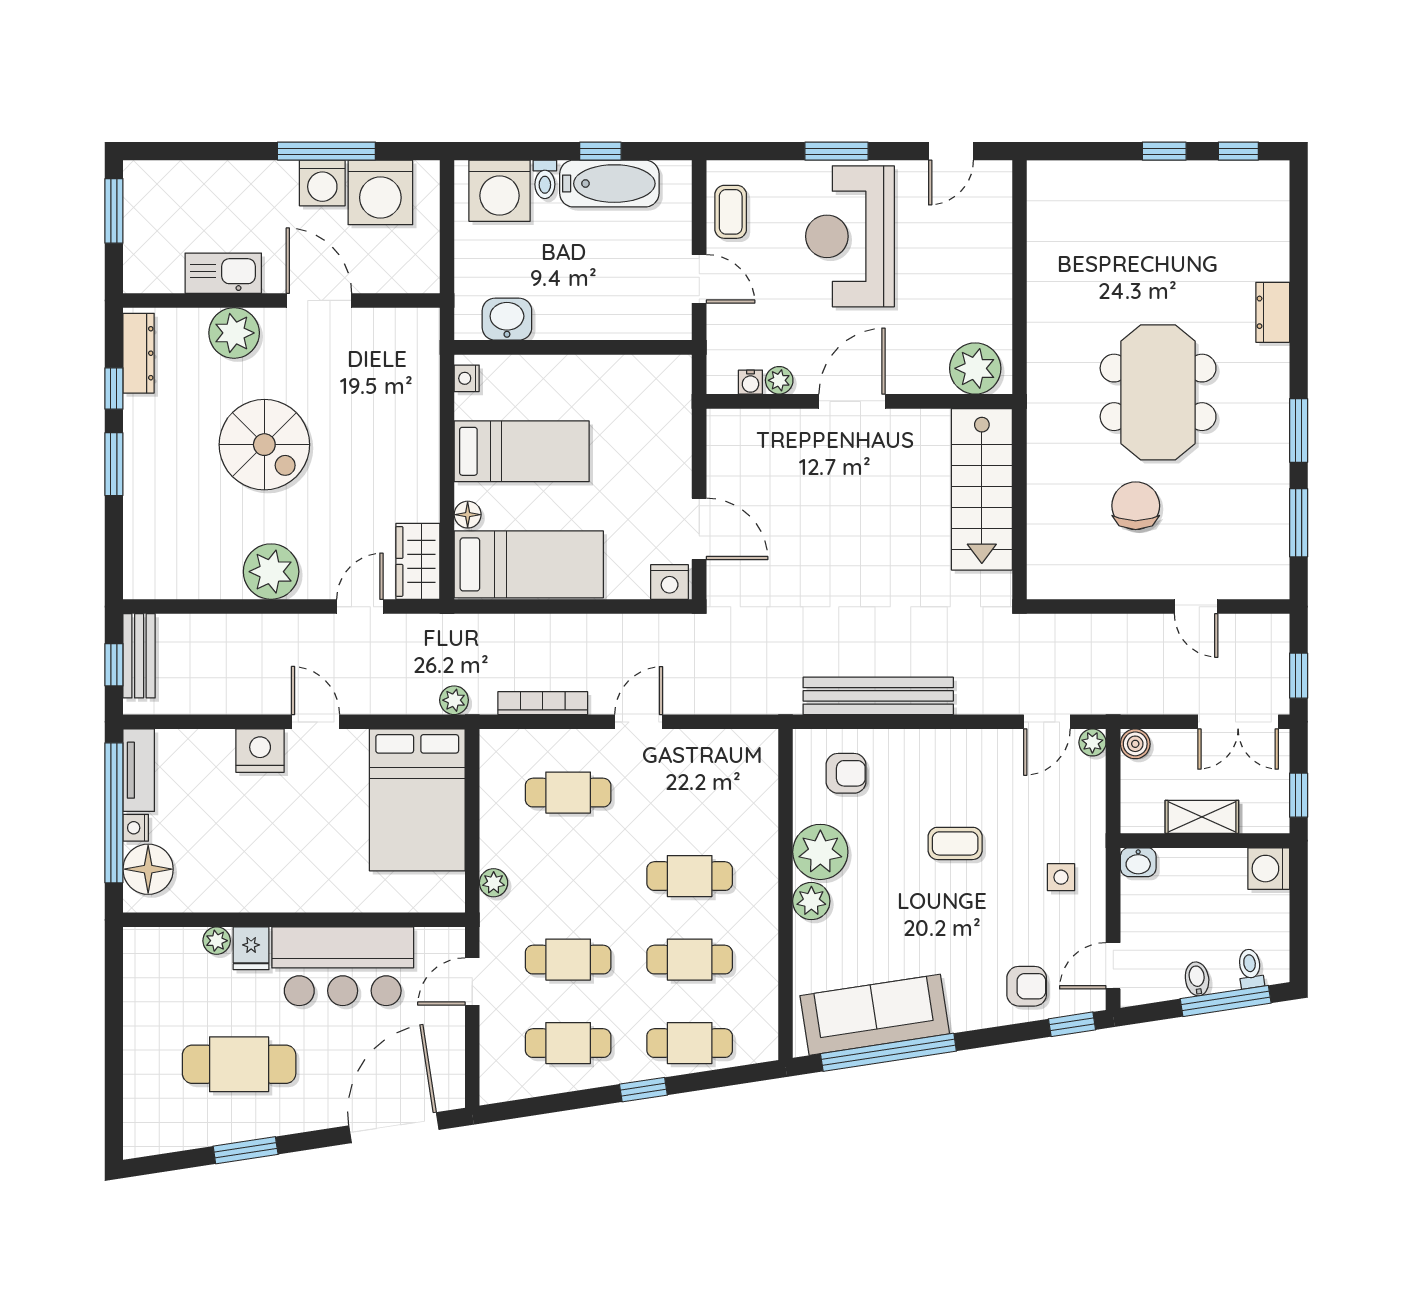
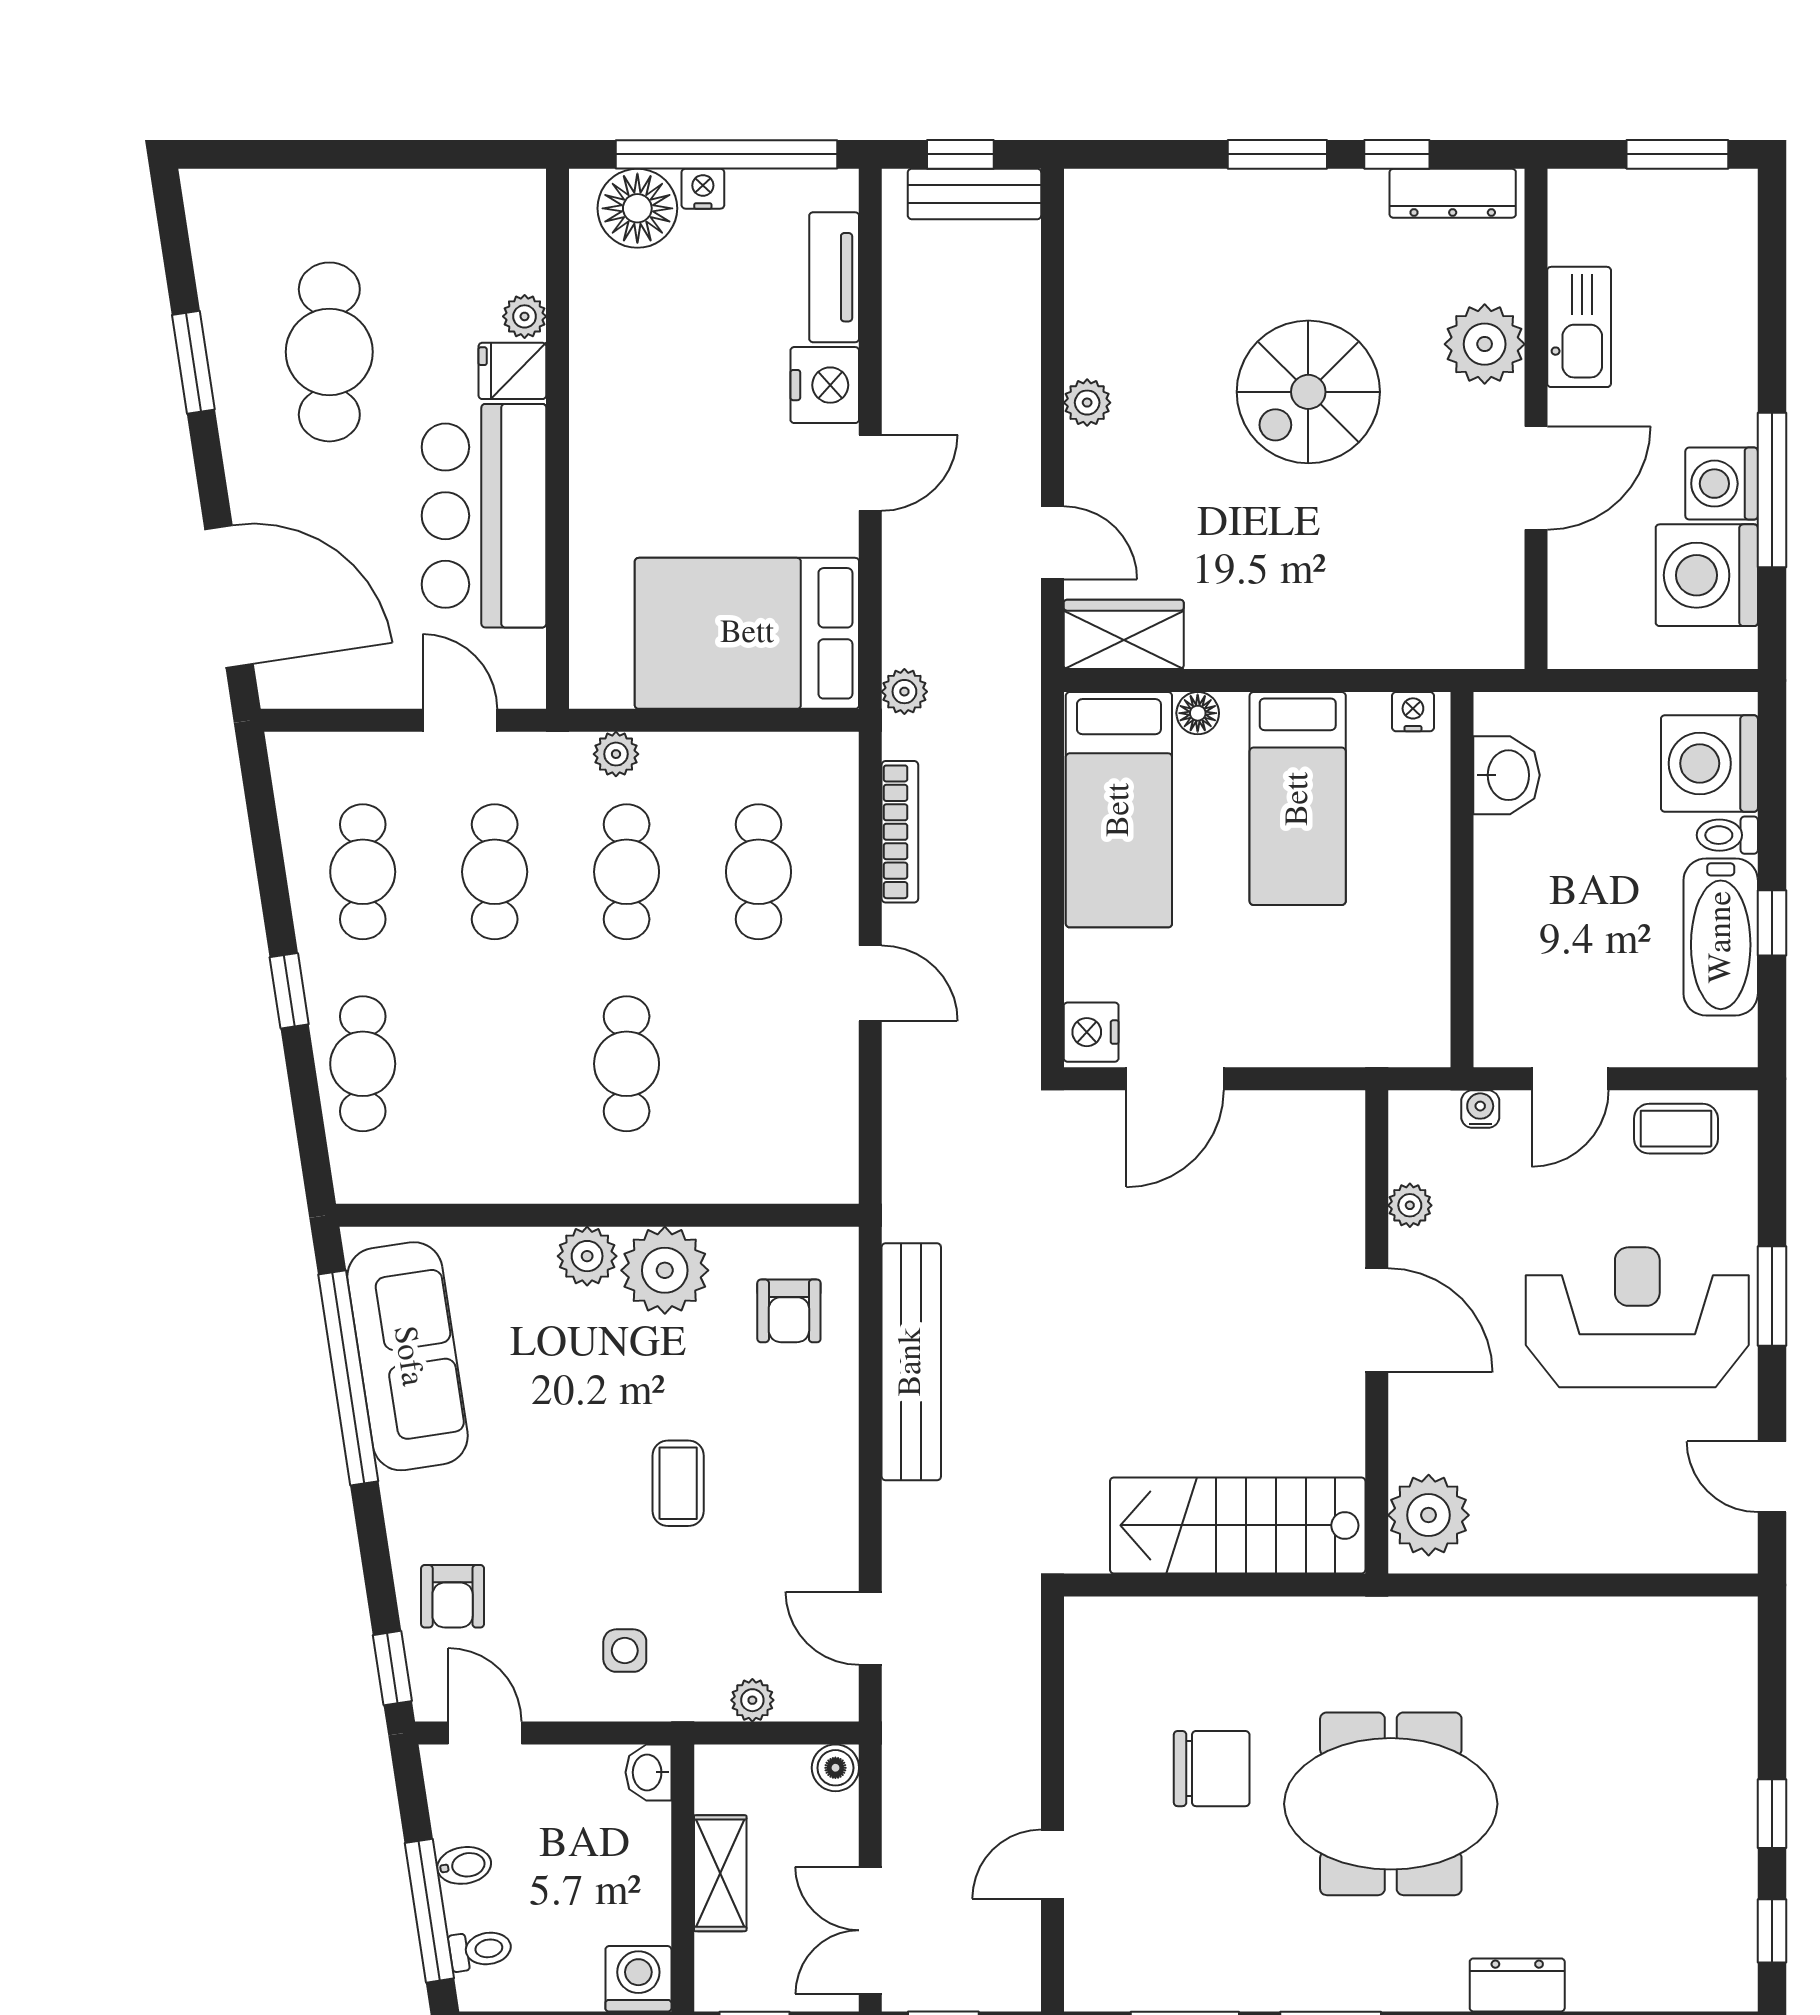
water cooler: (750, 382) -> (1480, 1109), moved, turned 90
plant: (271, 572) -> (1087, 403), width x0.53, depth x0.53
plant: (1092, 742) -> (752, 1700), moved
tv unit: (139, 770) -> (834, 277), moved, turned 90
cafe table: (690, 960) -> (627, 872), moved

